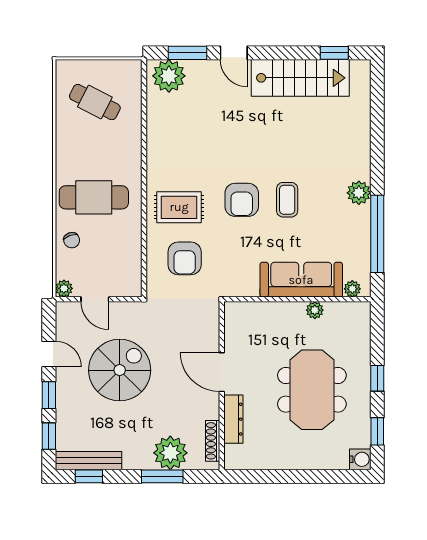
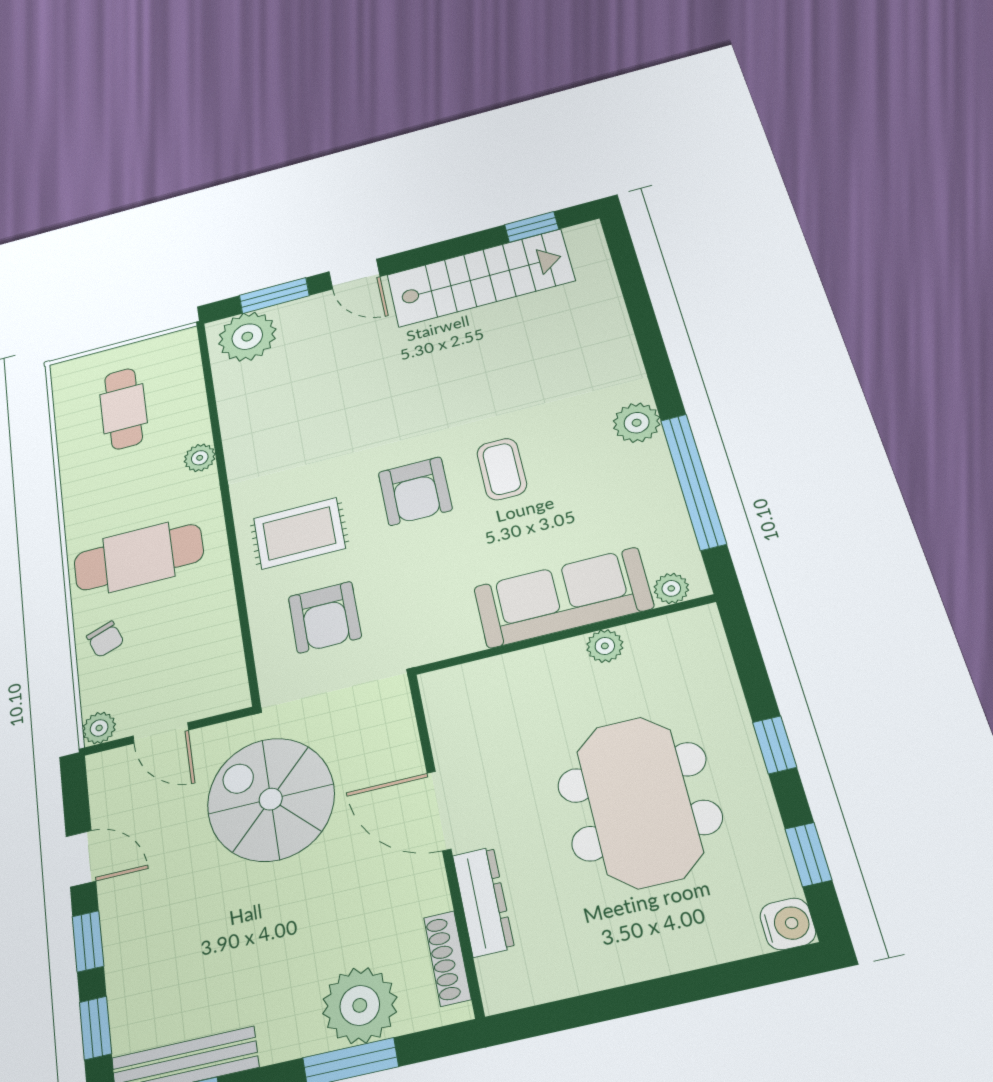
cafe table: (95, 102) -> (123, 409), turned 63
plant: (133, 146) -> (200, 458), added
spiral stairs: (120, 370) -> (271, 799), moved, turned -90

